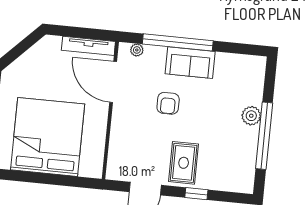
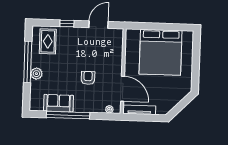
window: (178, 42) -> (68, 115), moved
sofa: (190, 63) -> (59, 103), moved
rug: (184, 163) -> (48, 41), moved

